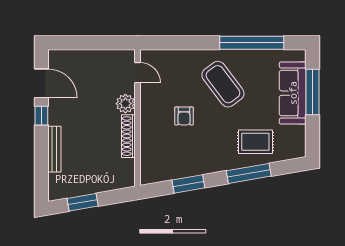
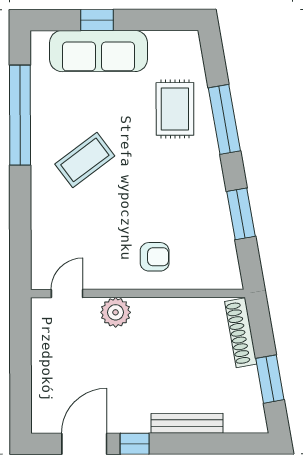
coffee table: (223, 84) -> (85, 160), width x0.73, depth x0.76
window: (312, 92) -> (97, 20), width x0.46
armchair: (184, 116) -> (155, 257), moved
shoe rack: (128, 136) -> (241, 333), moved, turned 80

